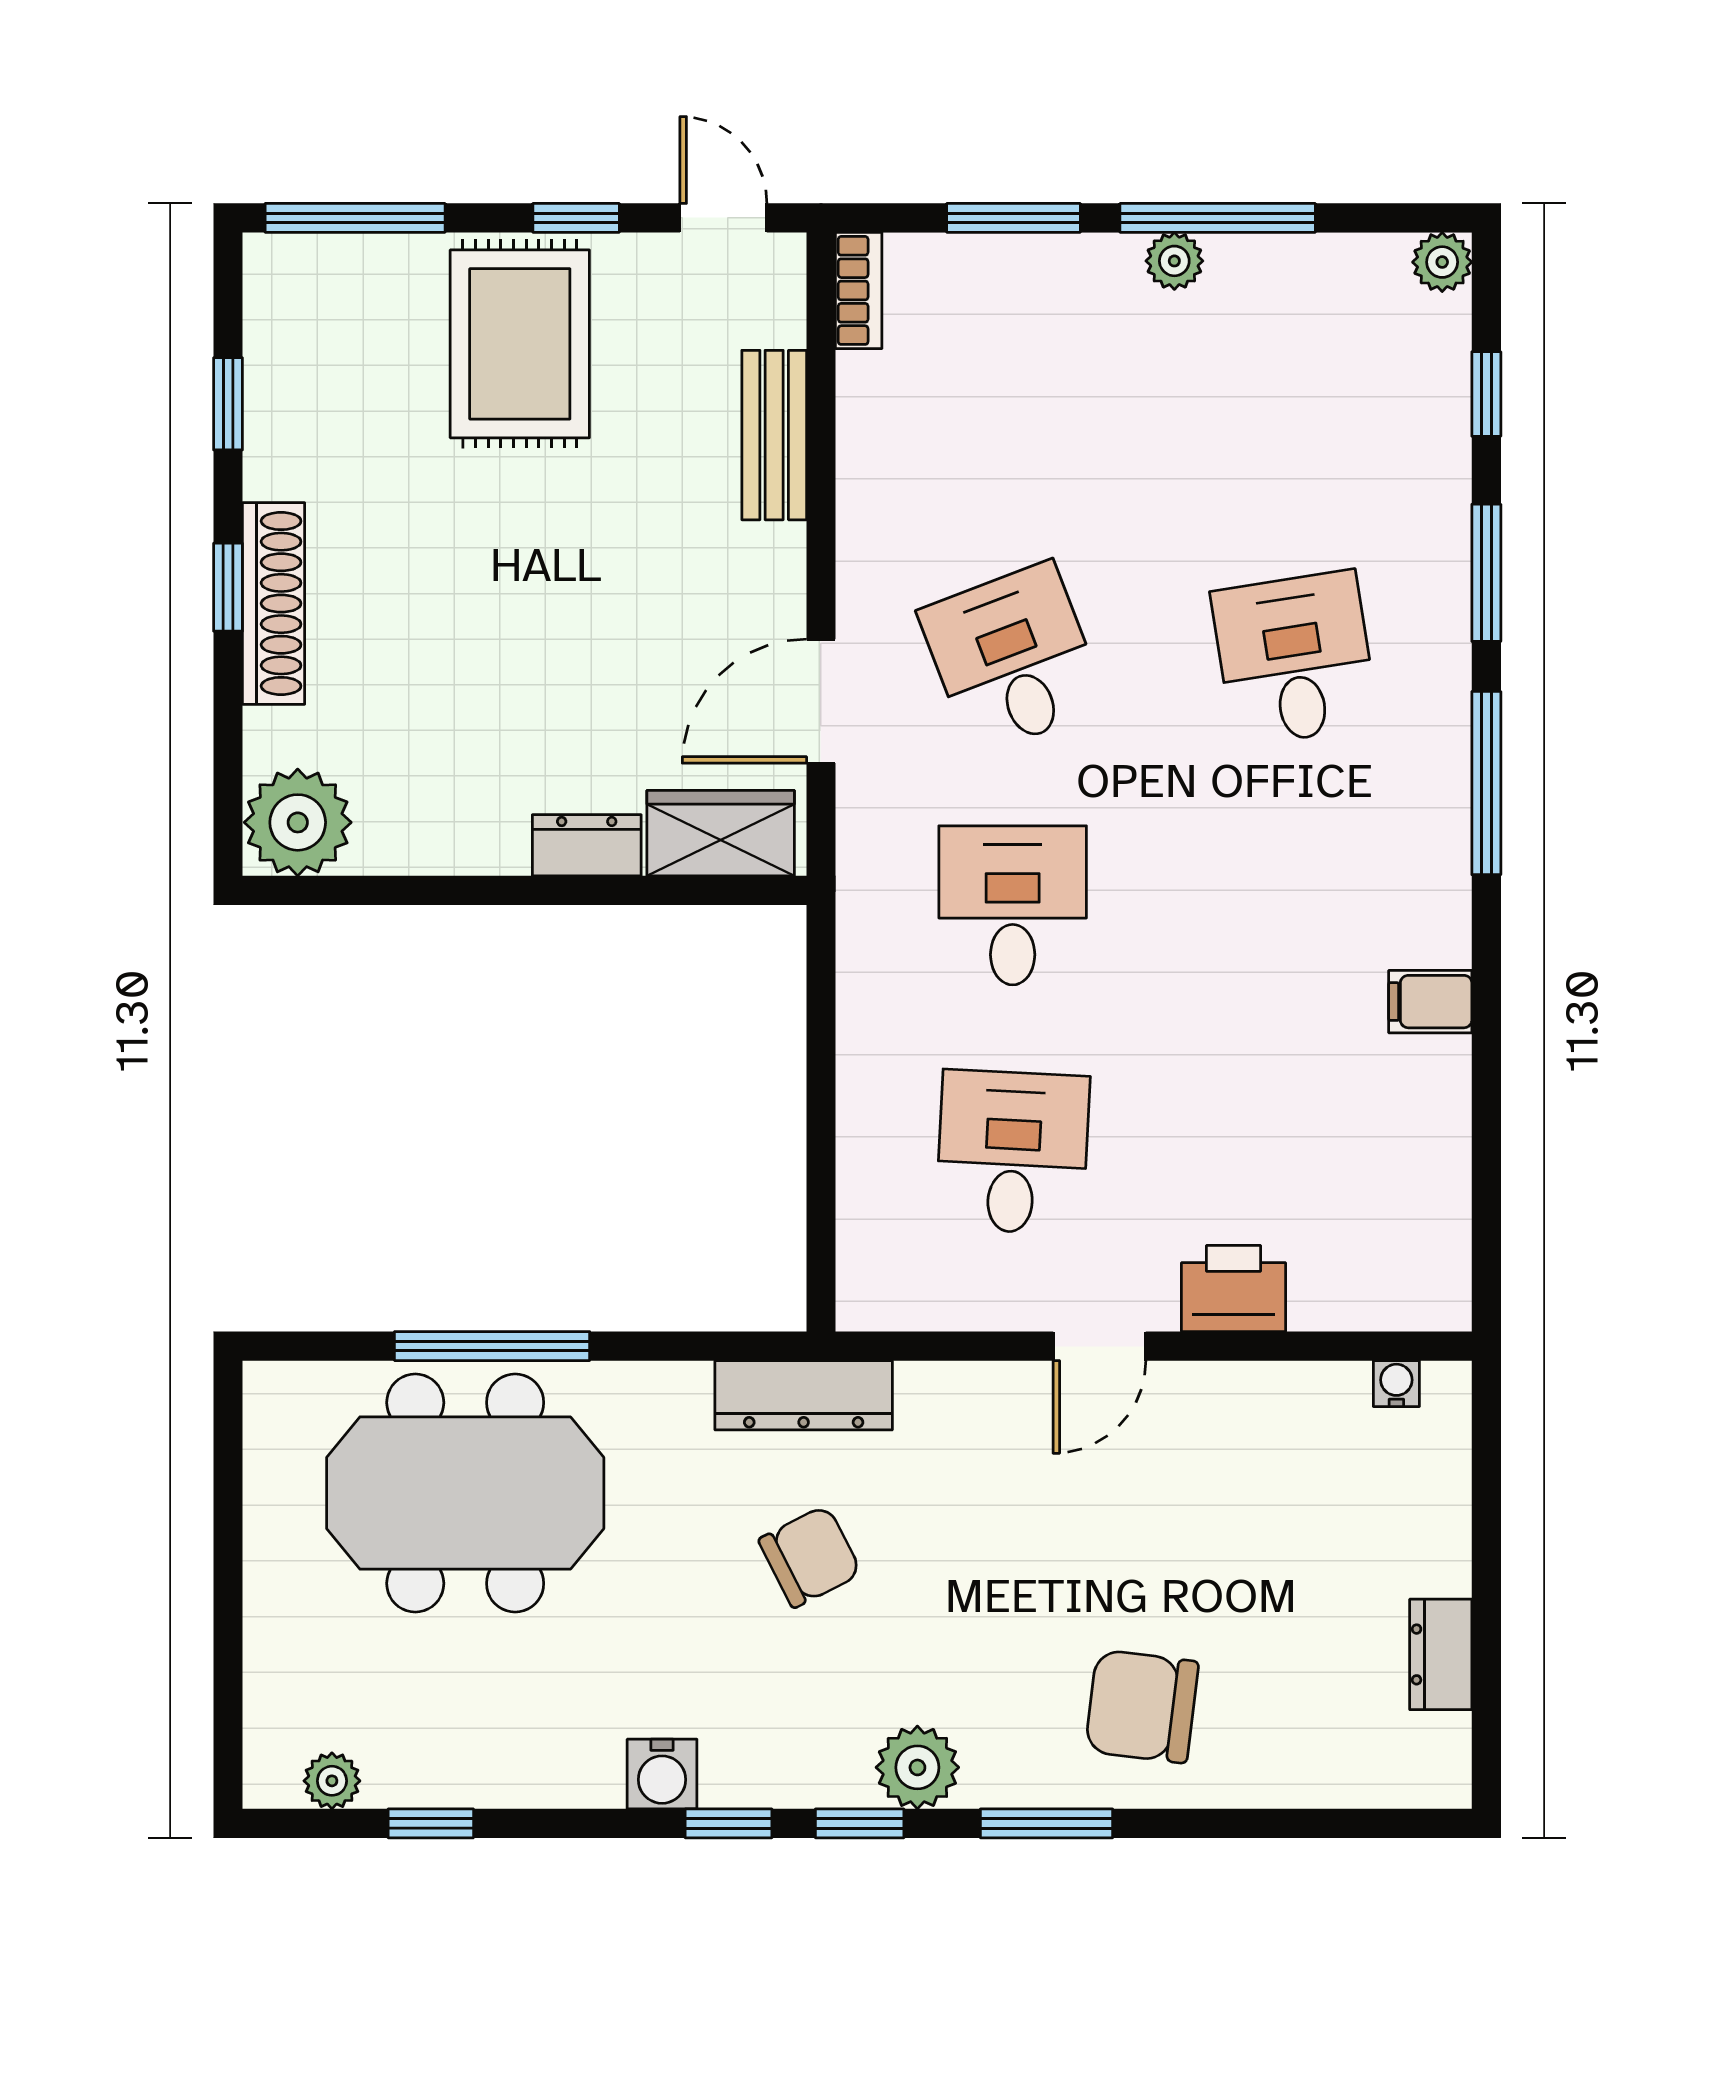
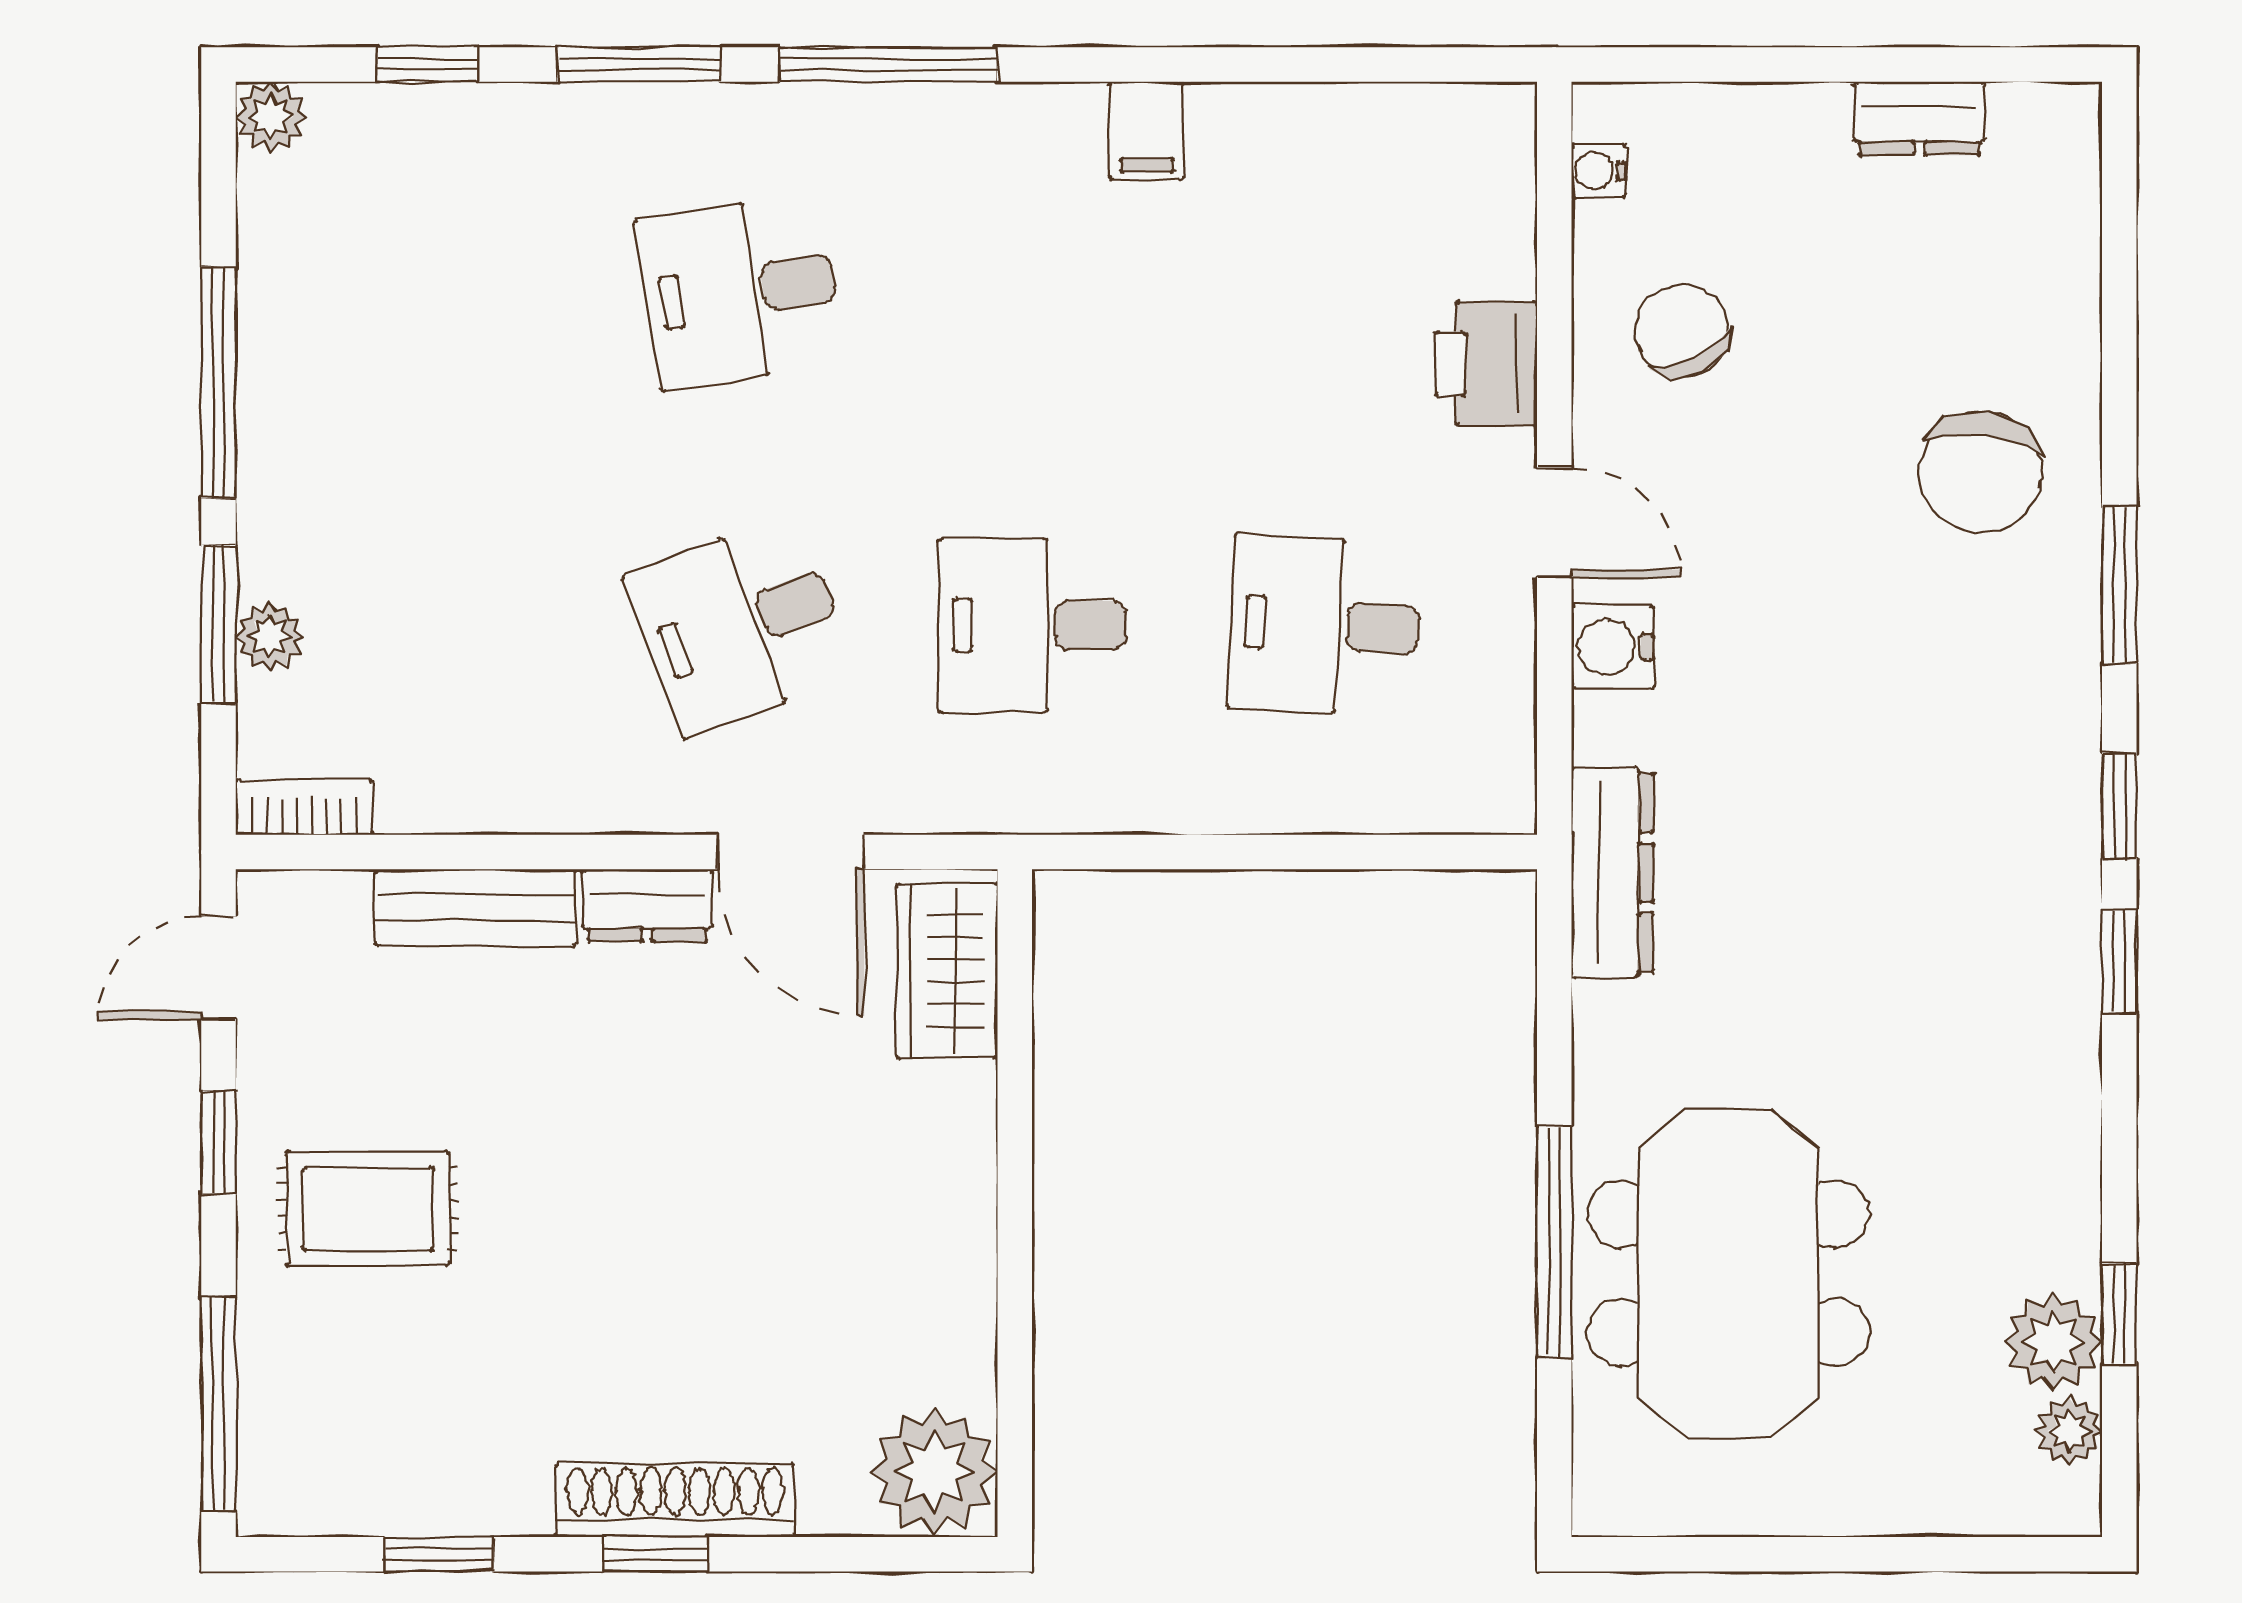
plant: (1174, 261) -> (270, 636), moved
rug: (520, 344) -> (368, 1209), width x0.73, depth x0.70
dresser: (587, 845) -> (647, 905), moved, turned -90
chair: (810, 1556) -> (1682, 331), moved
plant: (917, 1767) -> (2053, 1342), moved
water cooler: (662, 1774) -> (1613, 647), moved, turned 180

